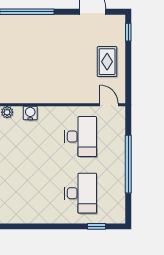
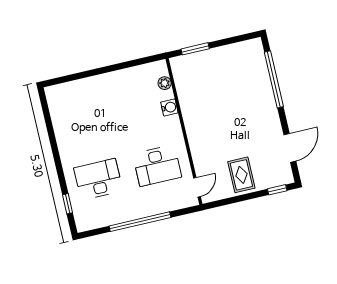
rug: (107, 62) -> (241, 175), turned 90
desk: (81, 193) -> (98, 179), turned 180

